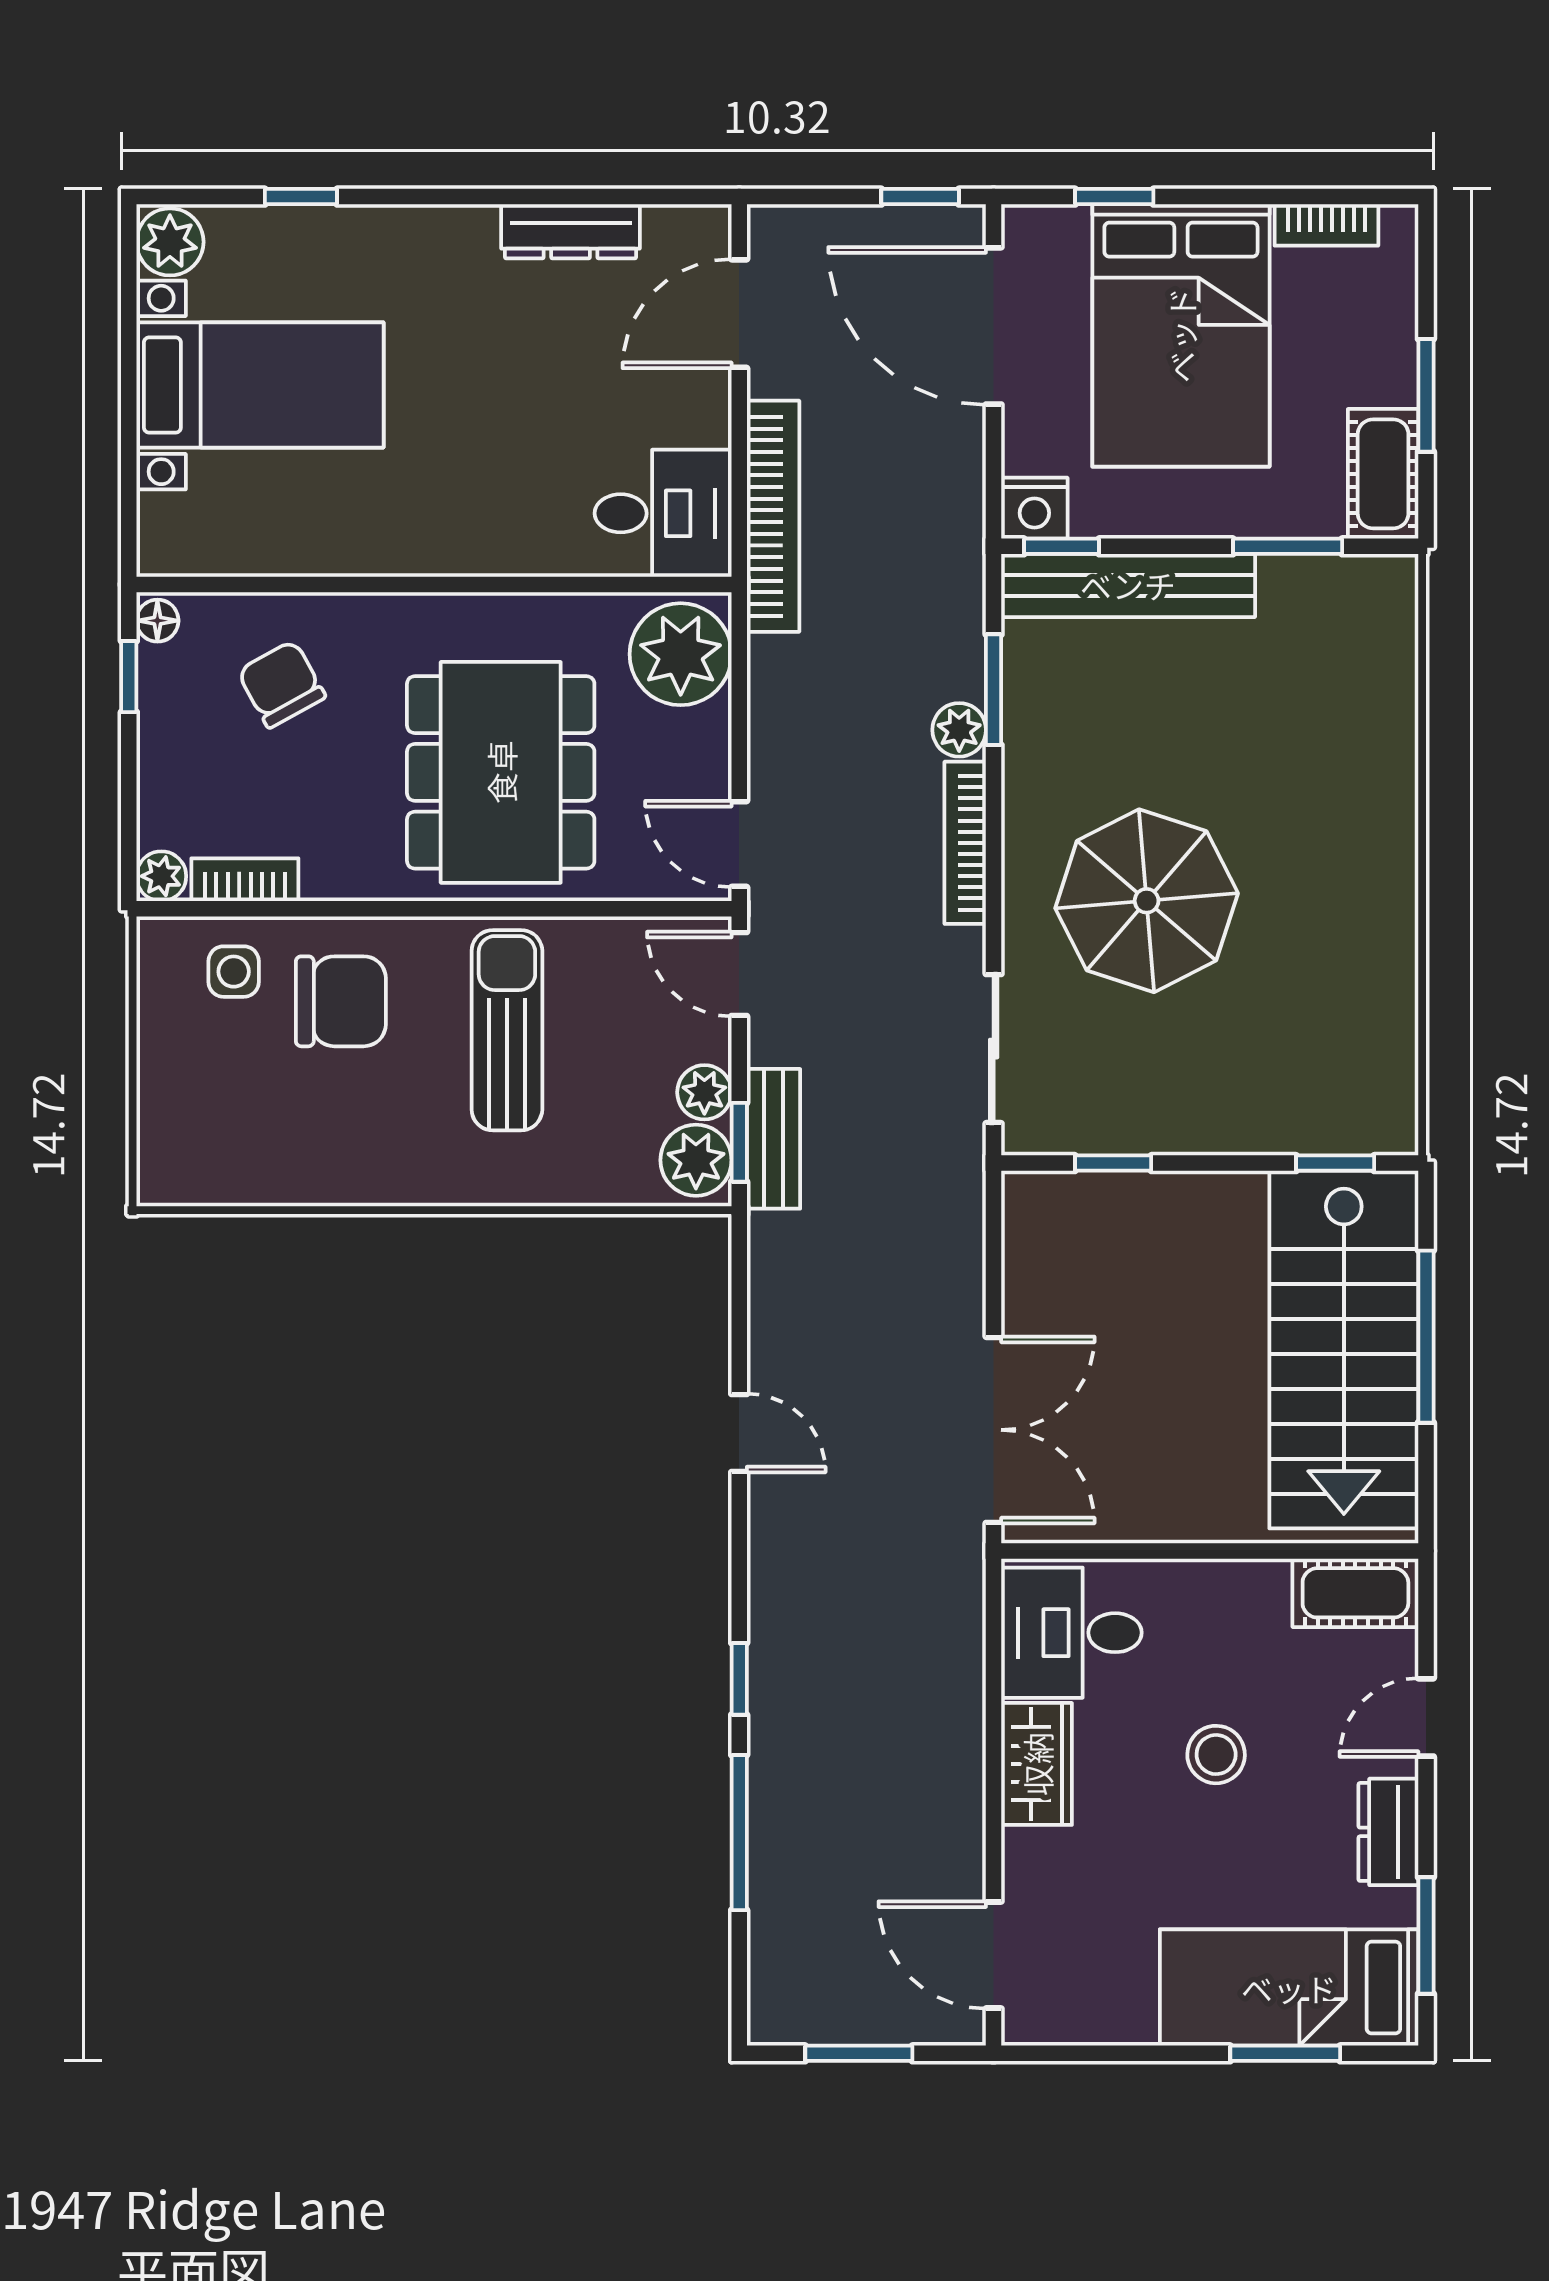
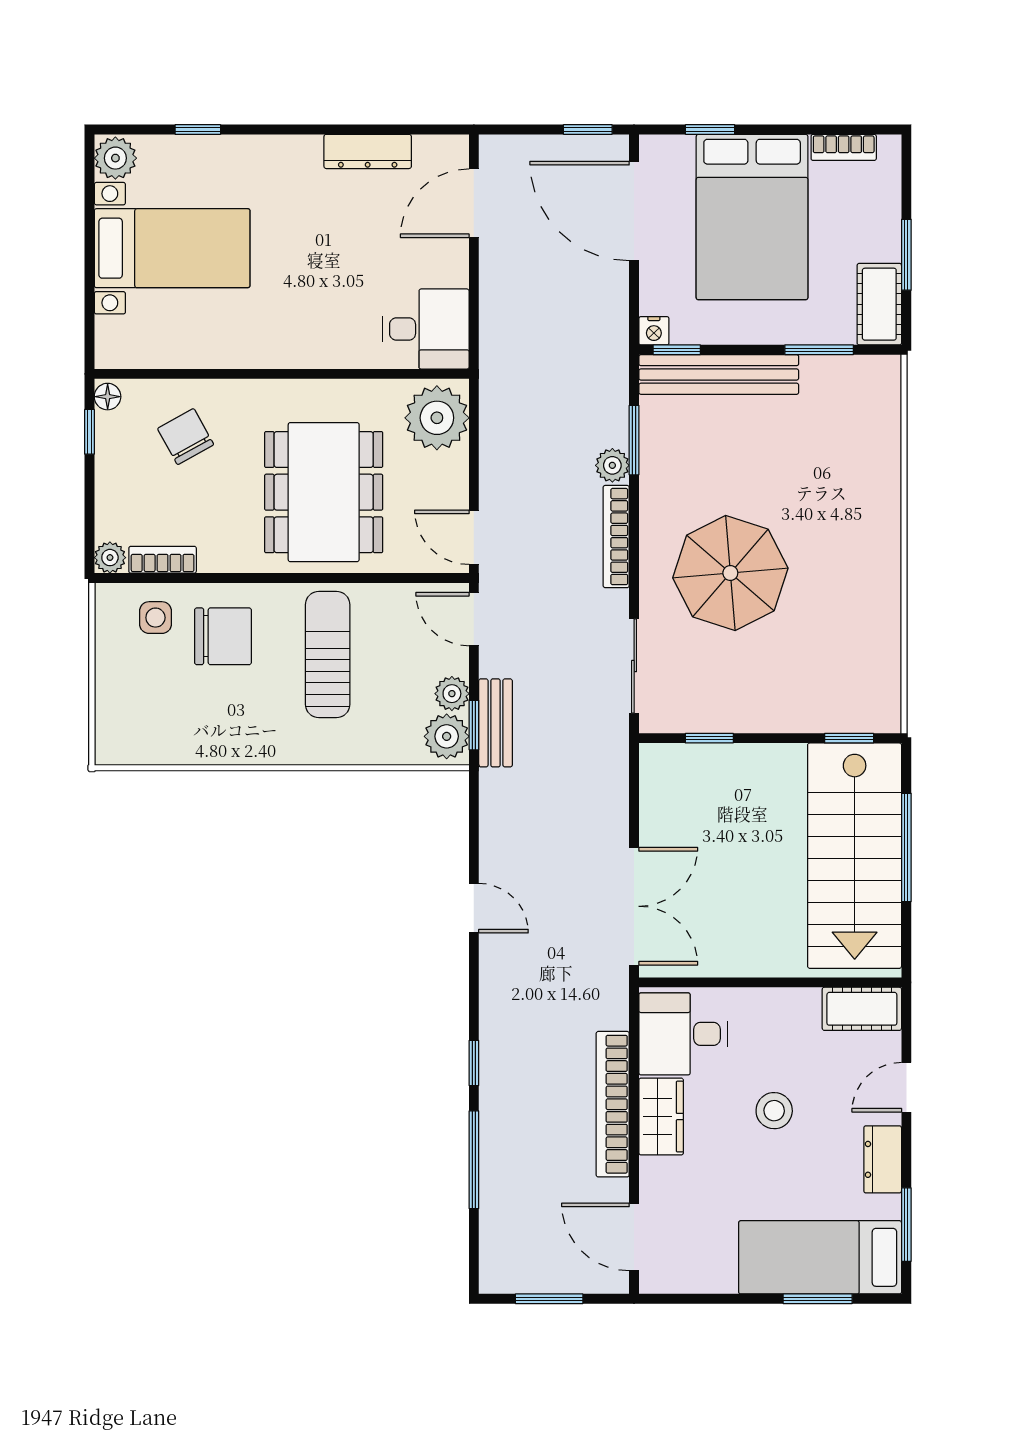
nightstand: (1034, 508) -> (654, 331), width x0.72, depth x0.74
bookcase: (773, 516) -> (613, 1104), moved, turned 180

